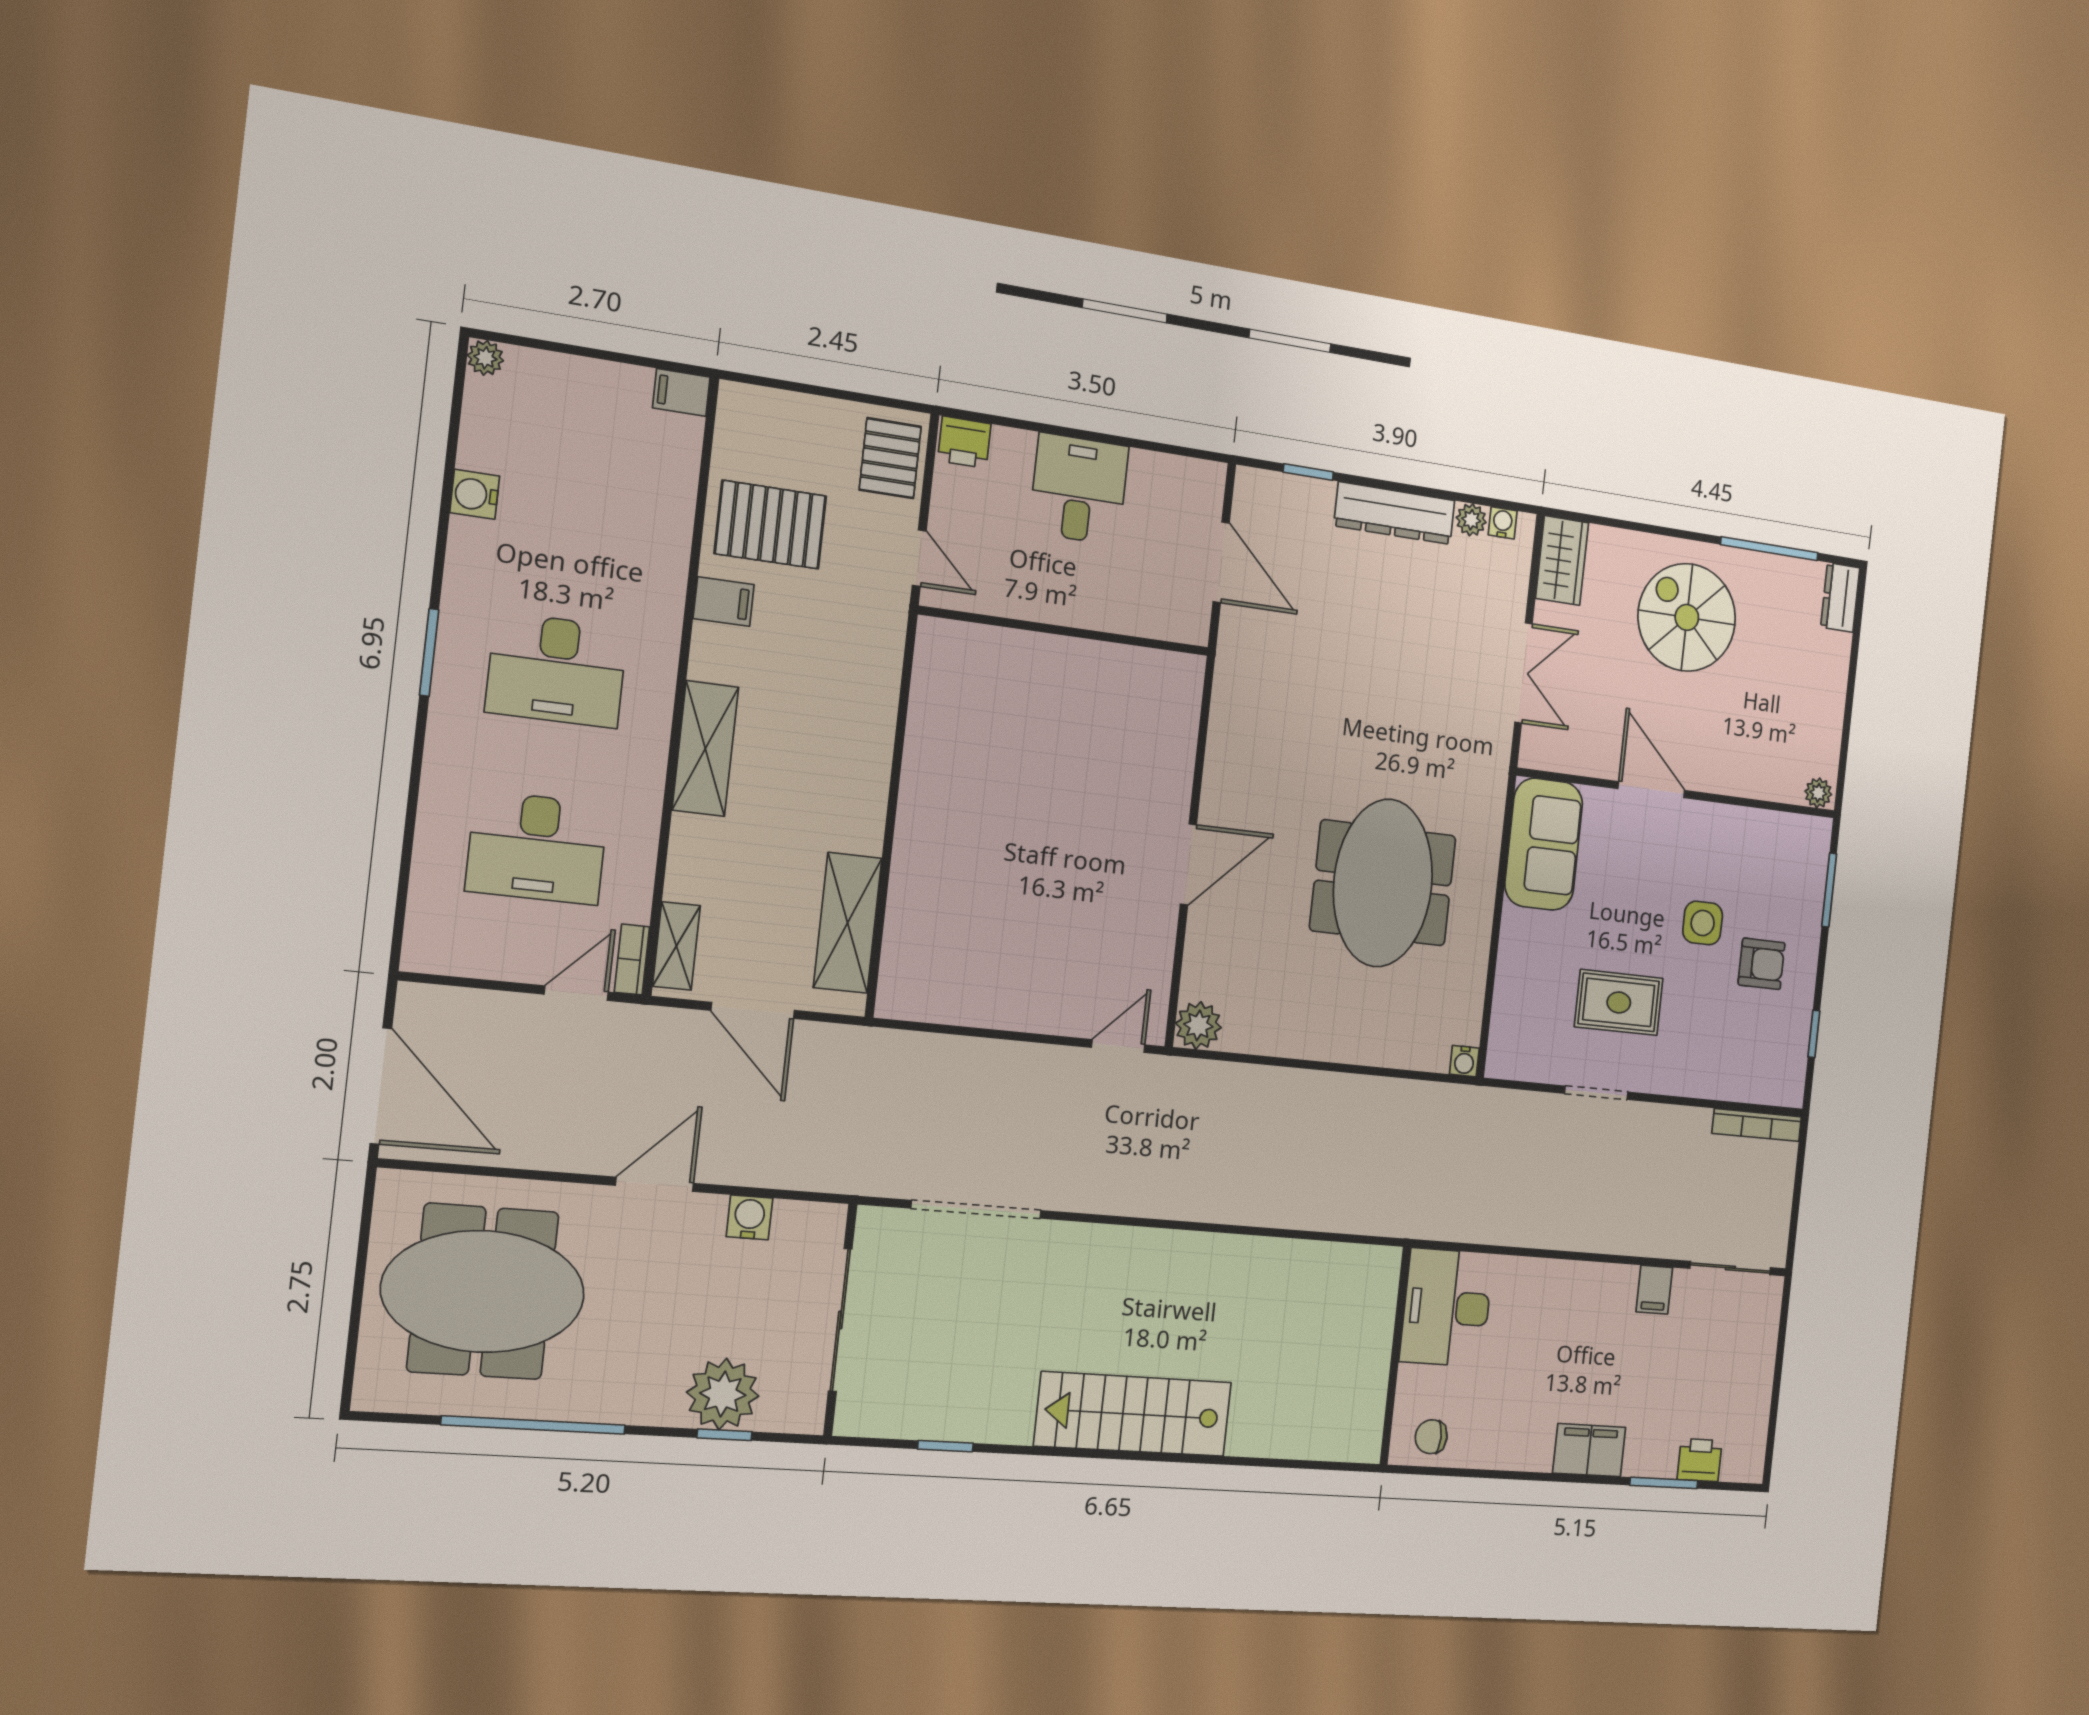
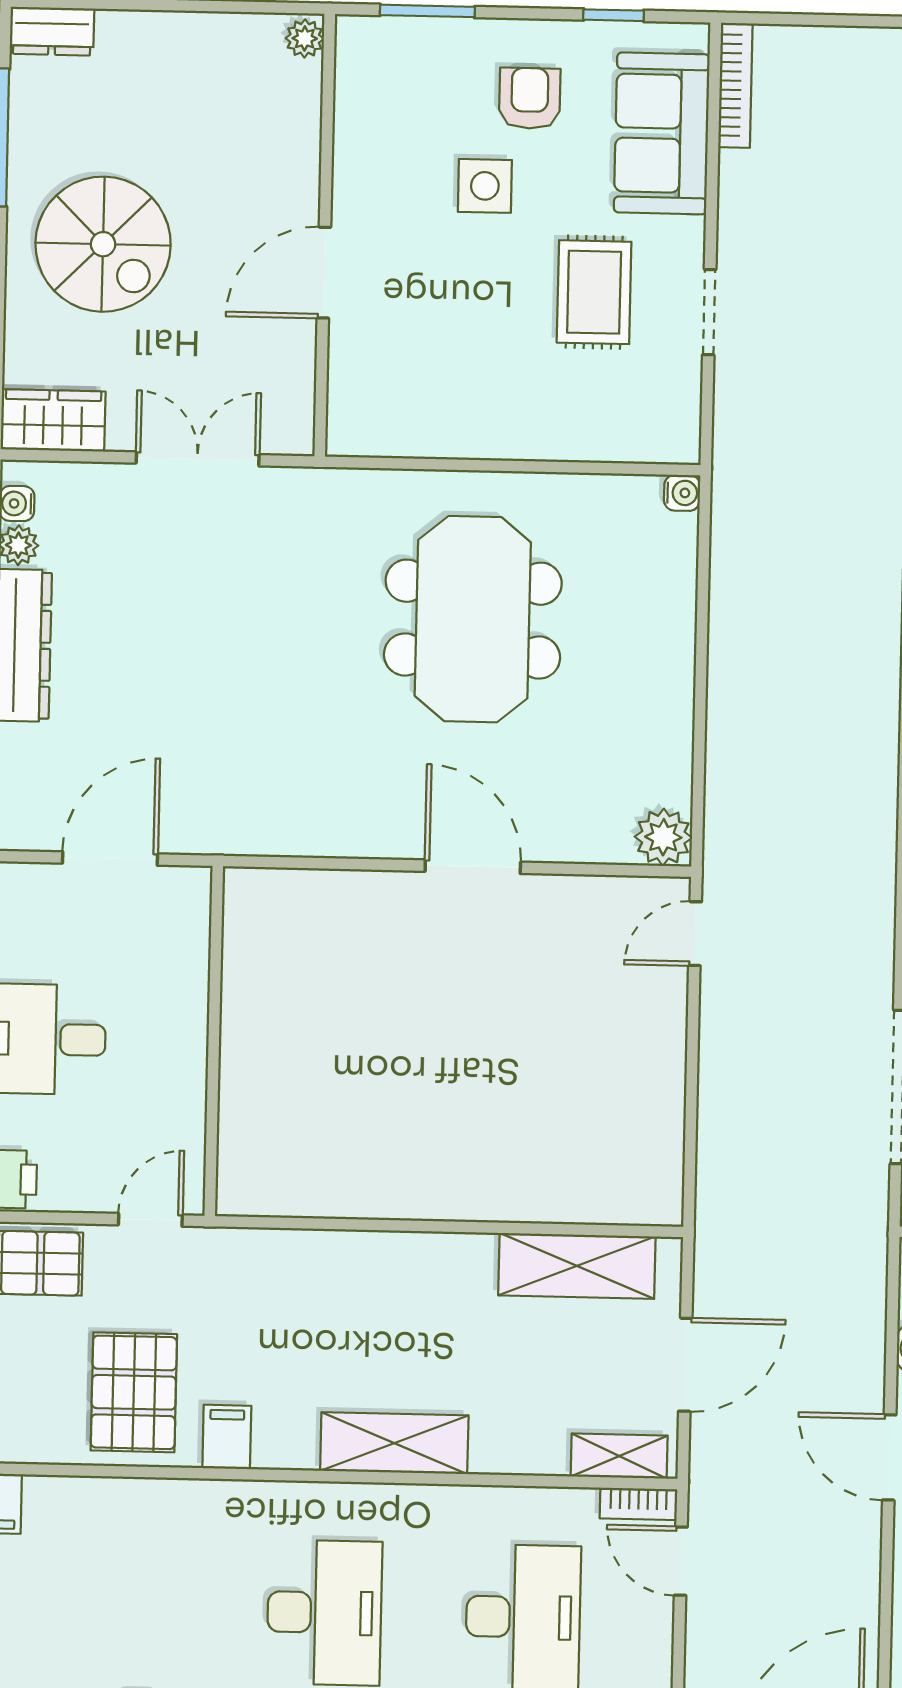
spiral stairs: (1687, 617) -> (103, 244), turned -90
sofa: (1544, 844) -> (662, 133), moved, turned -90
meeting table: (1383, 883) -> (473, 619), turned 90
door: (1118, 1046) -> (695, 934), hinge flipped

